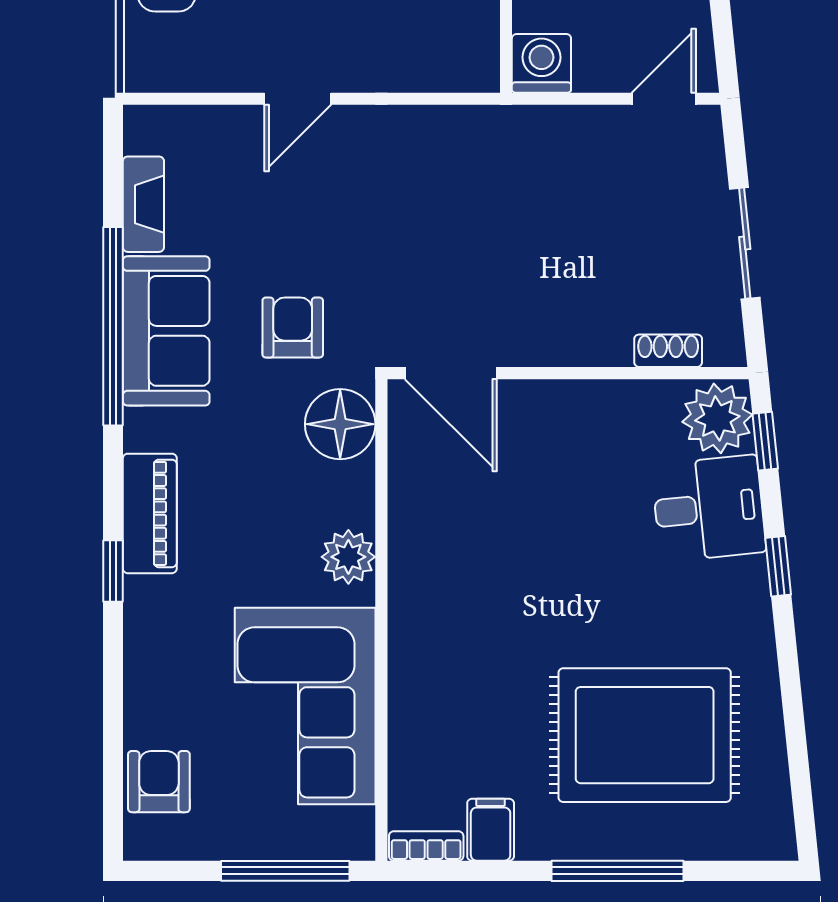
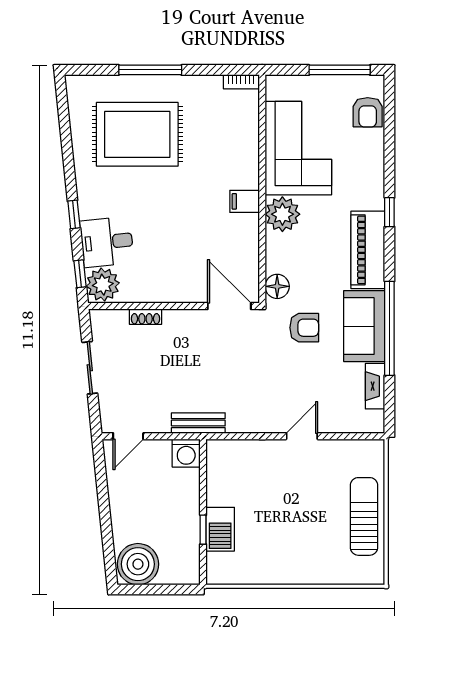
bench: (516, 126) -> (198, 423), added
armchair: (293, 328) -> (304, 328), turned -90
shoe rack: (668, 351) -> (145, 317), moved
floor lamp: (340, 424) -> (277, 286), width x0.73, depth x0.73
piano: (150, 513) -> (368, 250), width x1.37, depth x1.33
plant: (348, 557) -> (282, 214), width x1.36, depth x1.36
filing cabinet: (491, 830) -> (245, 201), moved, turned 90
window: (285, 871) -> (340, 70), moved

